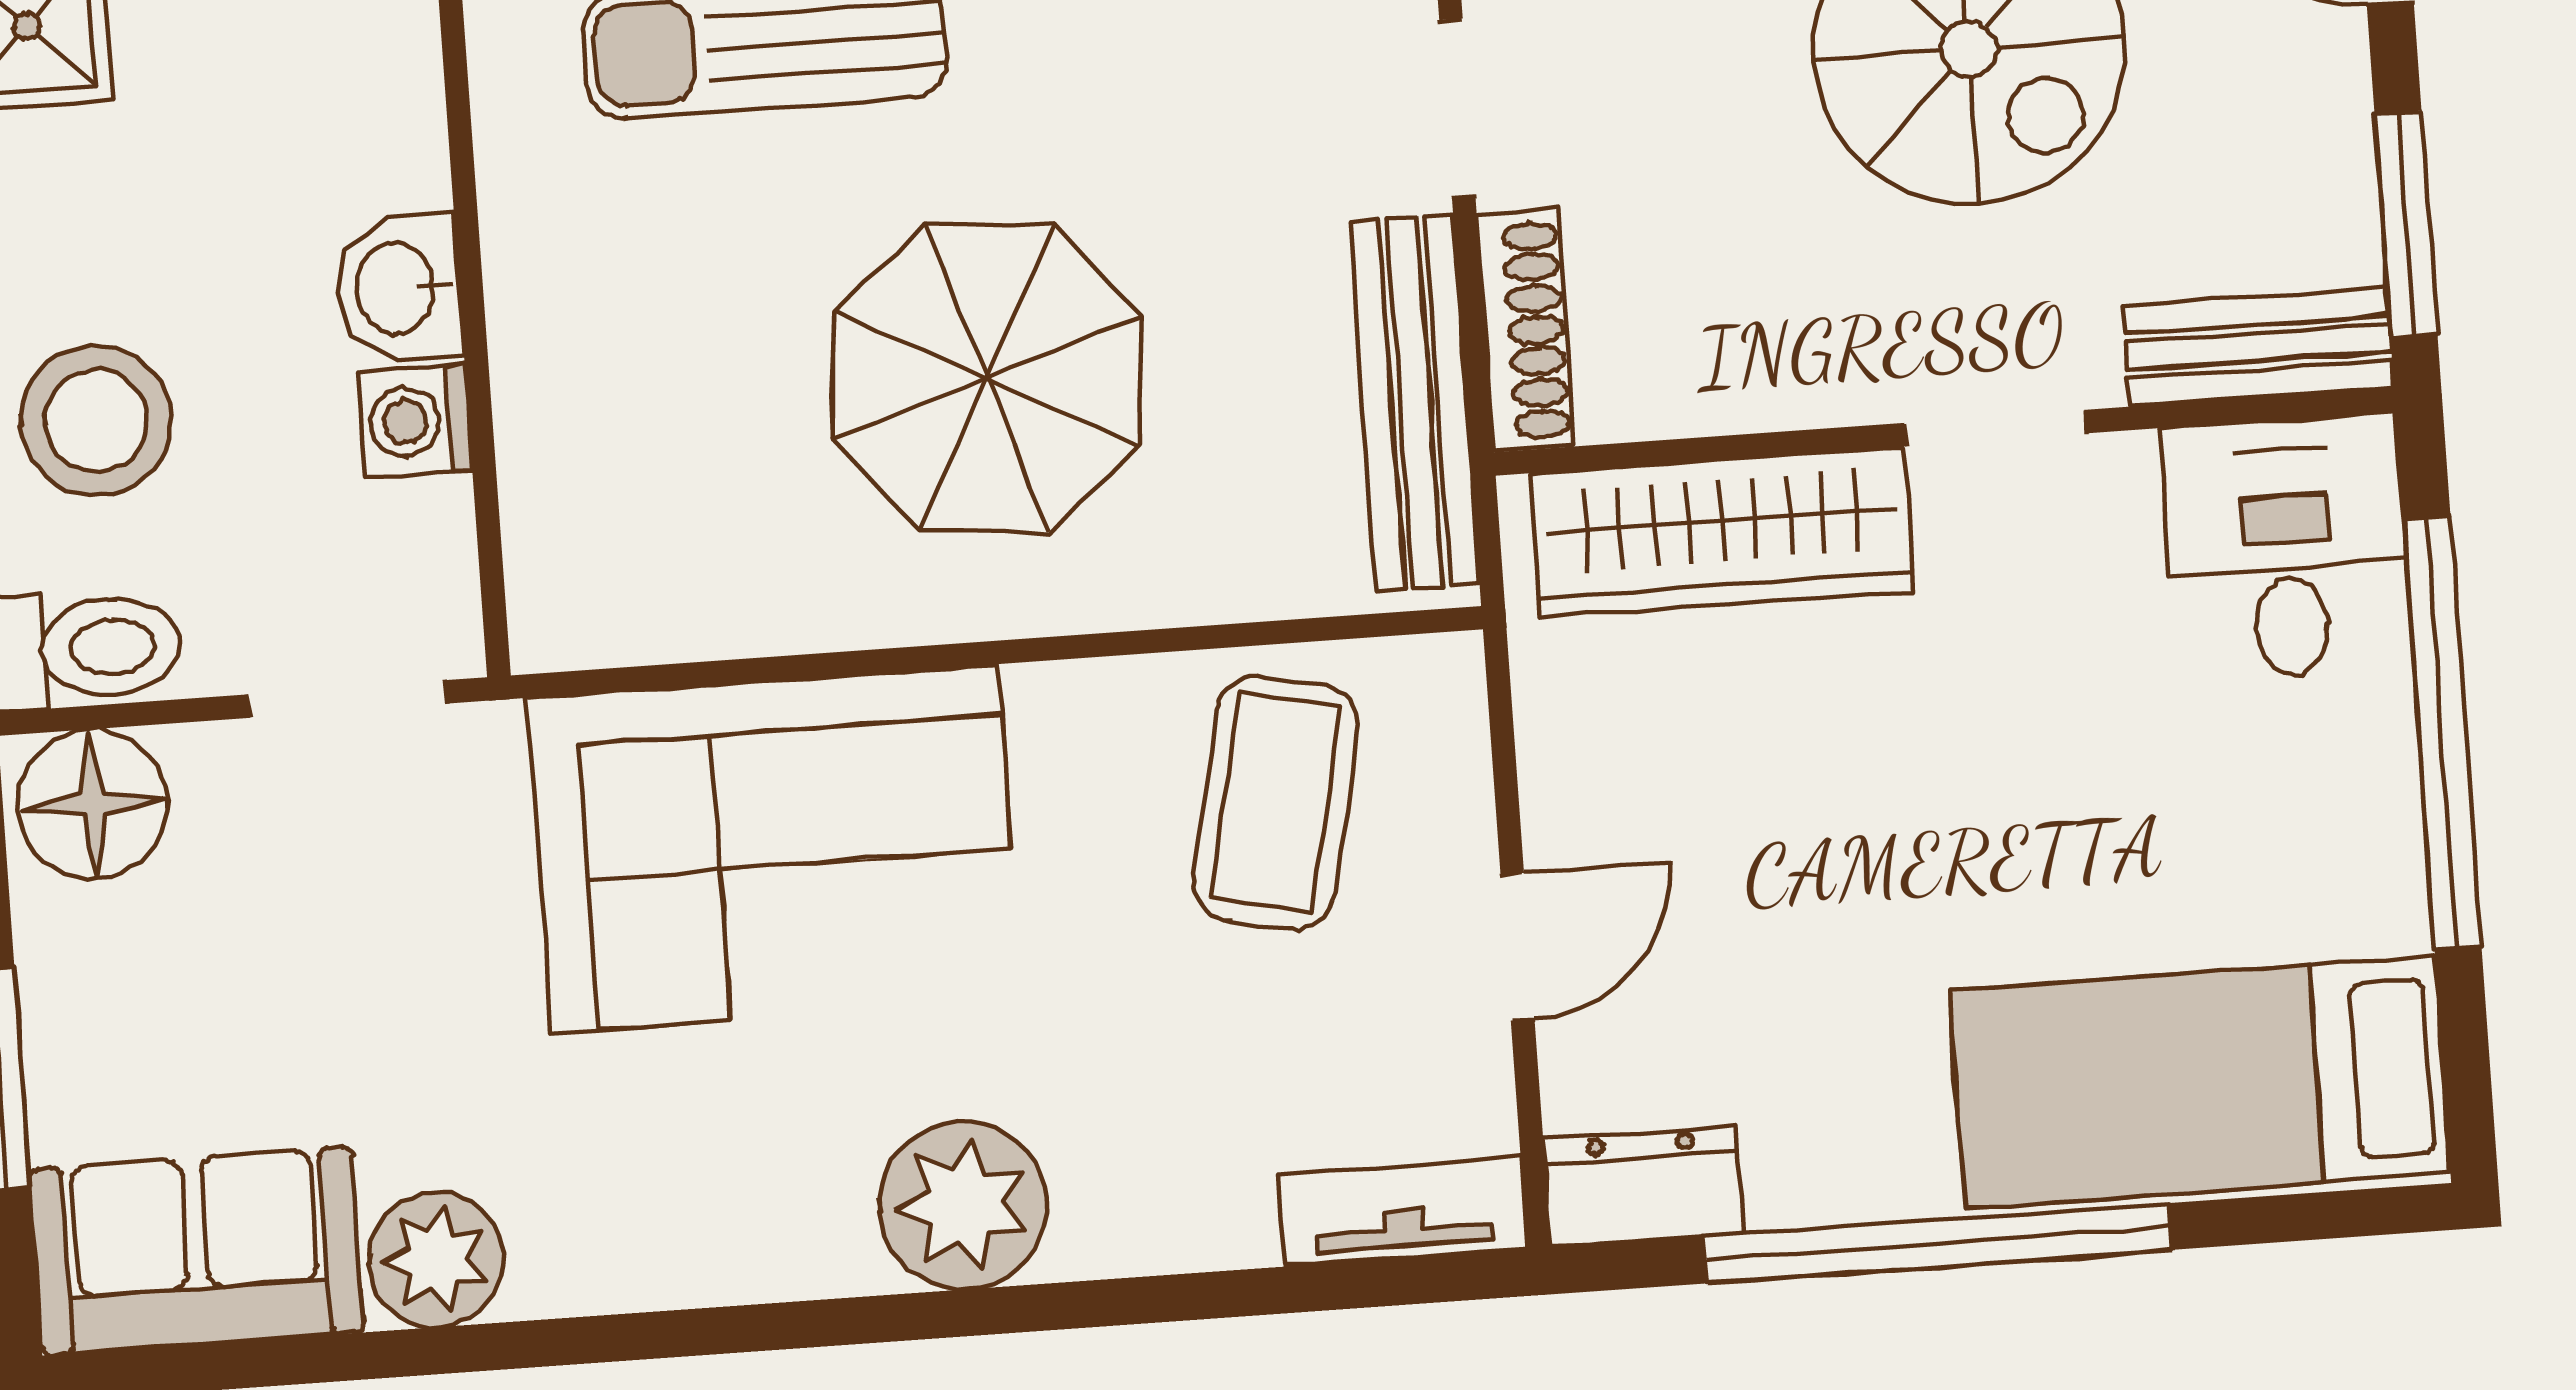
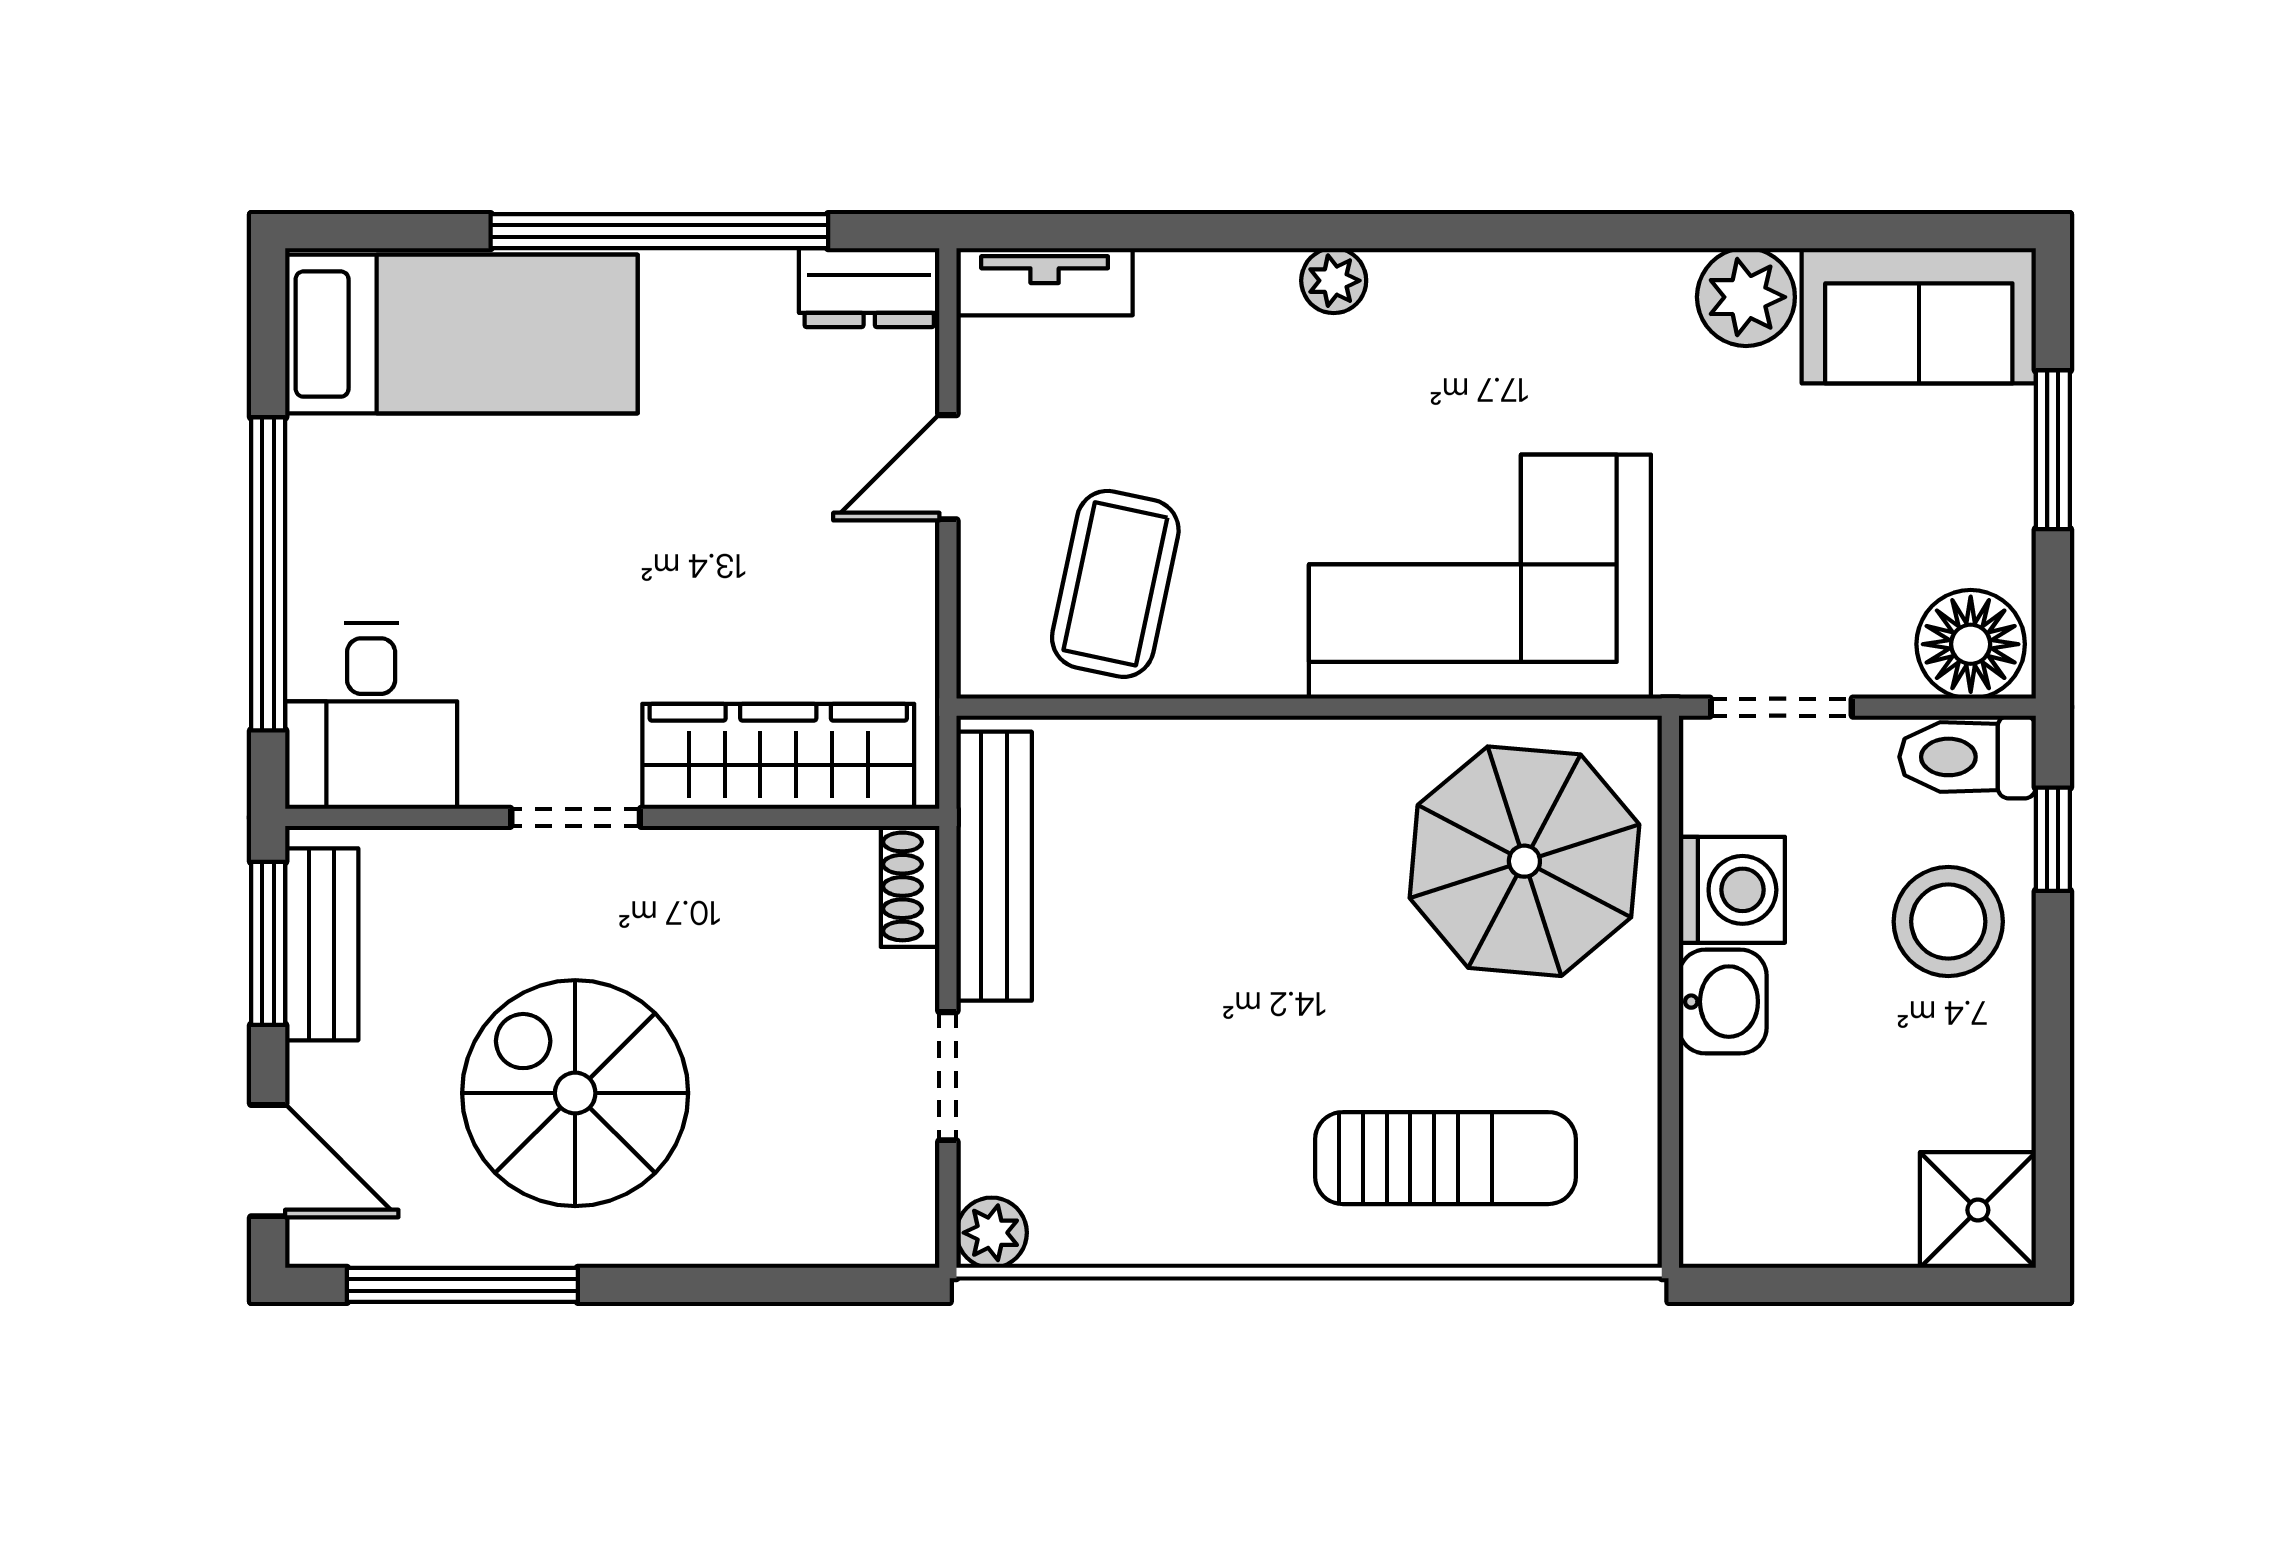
shoe rack: (1526, 331) -> (910, 886), width x0.70
bench: (2259, 347) -> (322, 944), moved, turned 90
parasol: (987, 378) -> (1524, 861), moved
washing machine: (416, 421) -> (1732, 890), width x1.38, depth x1.38
plant: (963, 1205) -> (1334, 281), width x0.53, depth x0.53

